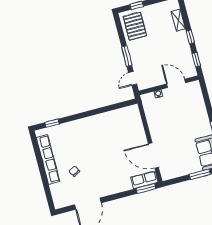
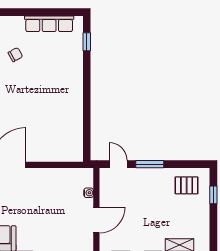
pallet: (135, 26) -> (187, 185), width x0.67, depth x0.71
row of seats: (48, 159) -> (49, 24), width x0.73

